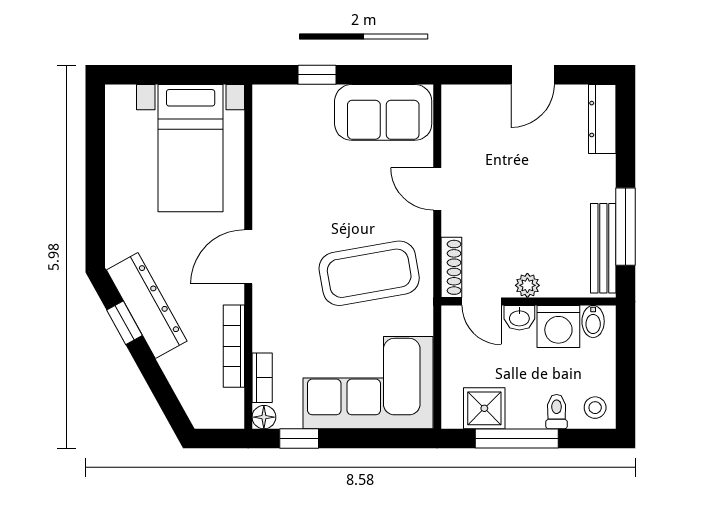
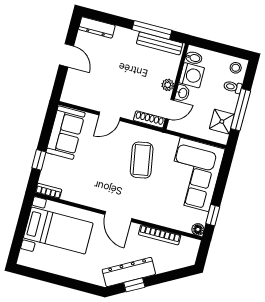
coffee table: (369, 273) -> (142, 160), width x0.73, depth x0.76
bookcase: (262, 378) -> (49, 191), moved

